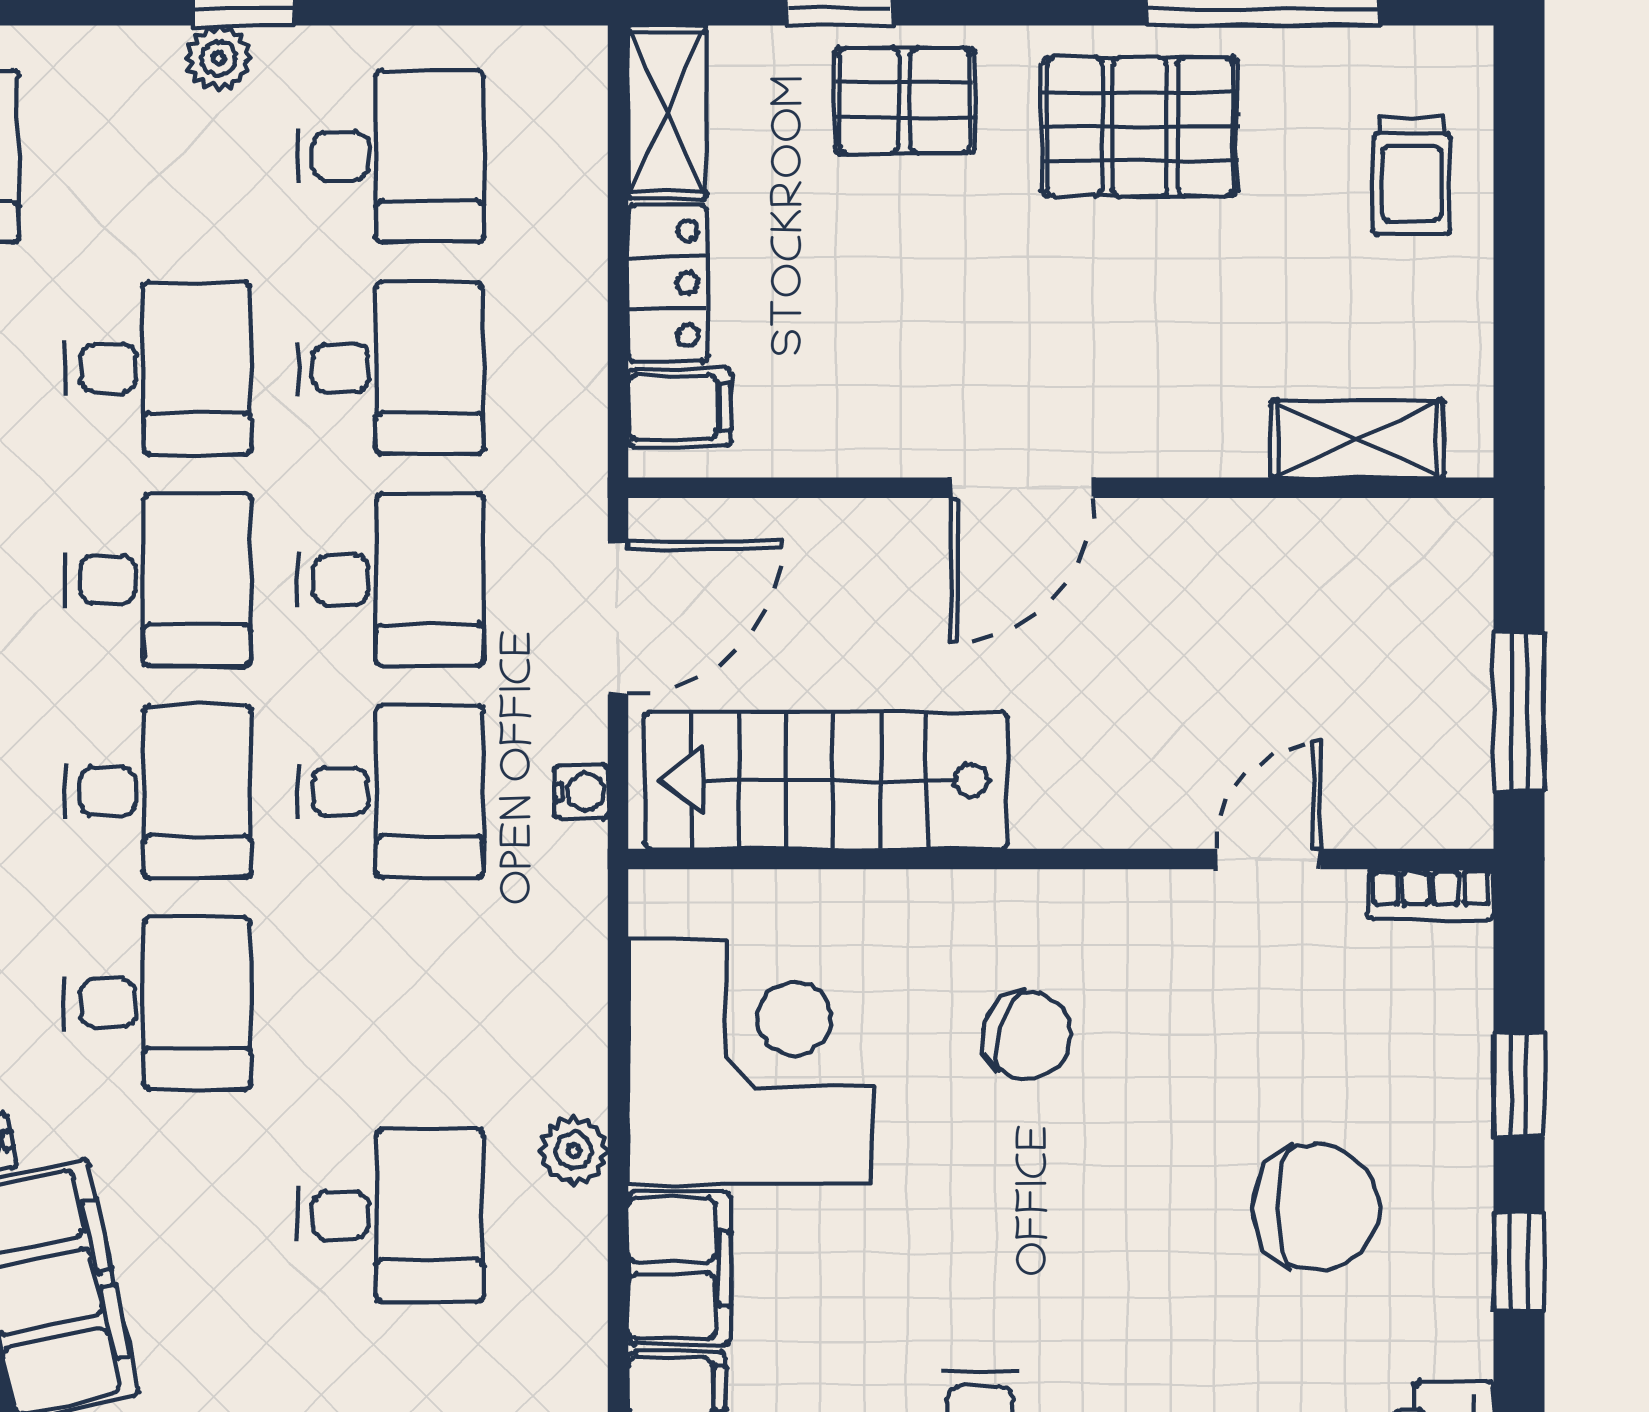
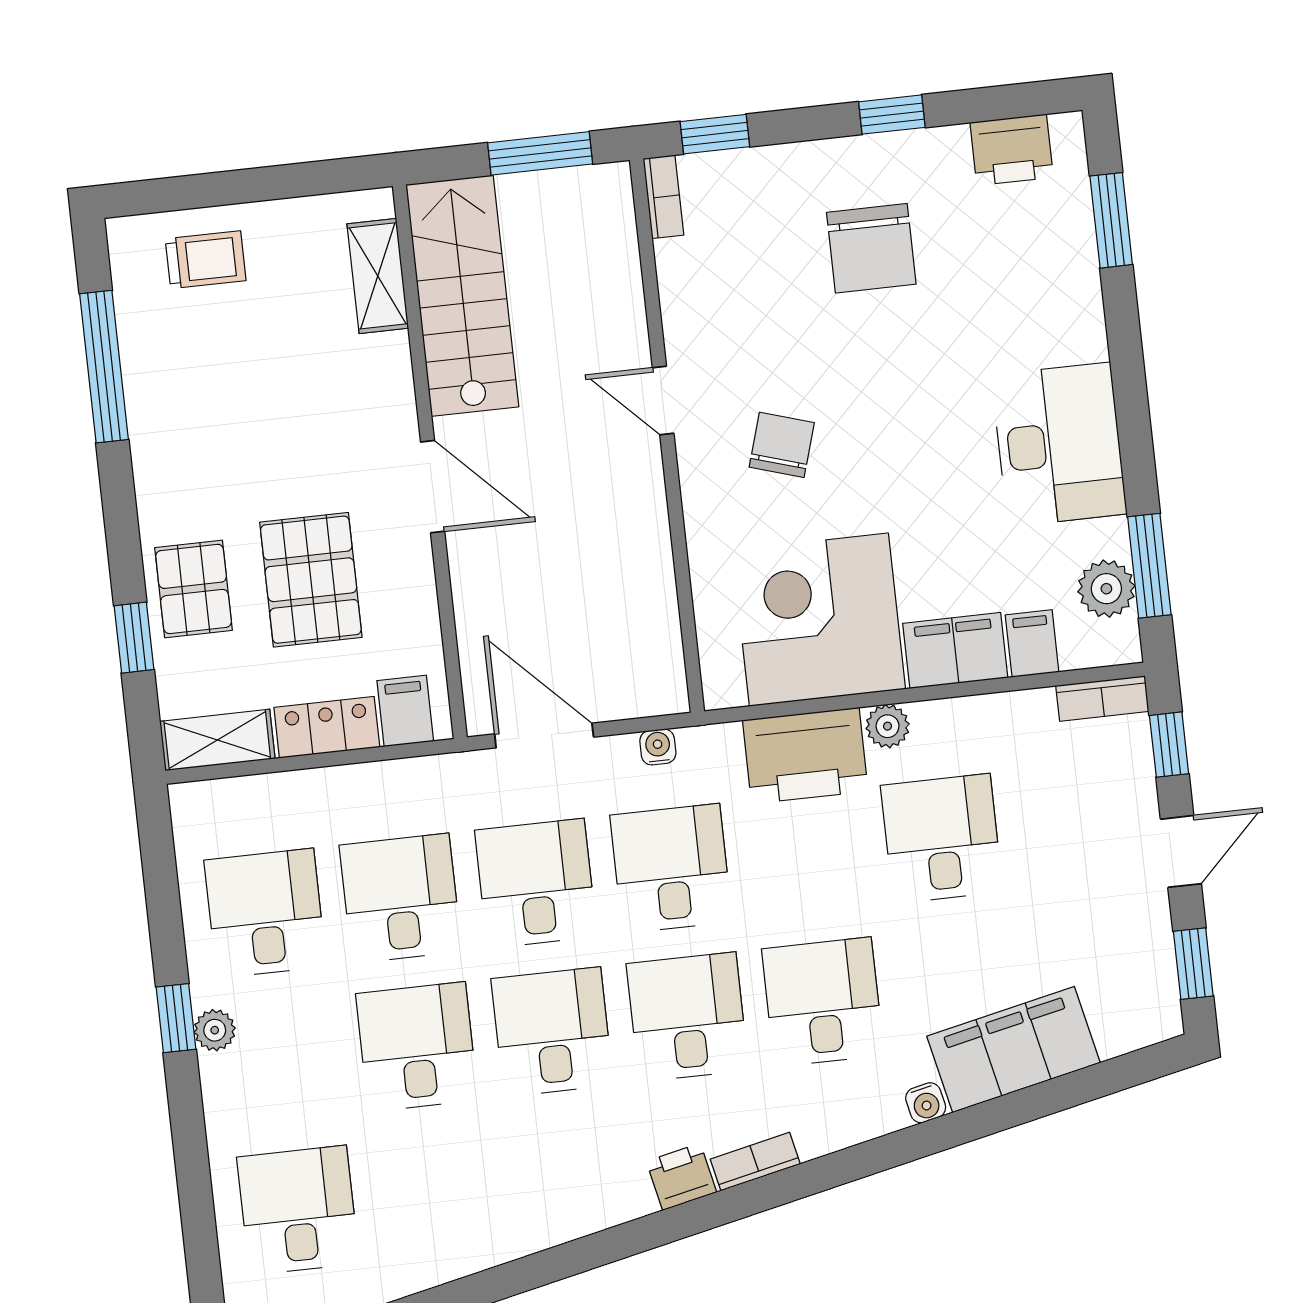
pallet: (1140, 127) -> (311, 580), moved
stairs: (826, 780) -> (462, 296), moved, turned 180
door: (1268, 859) -> (663, 400), moved
printer: (542, 1018) -> (805, 756), added
window: (1519, 1085) -> (715, 134), moved
chair: (1316, 1207) -> (871, 248), turned 180

